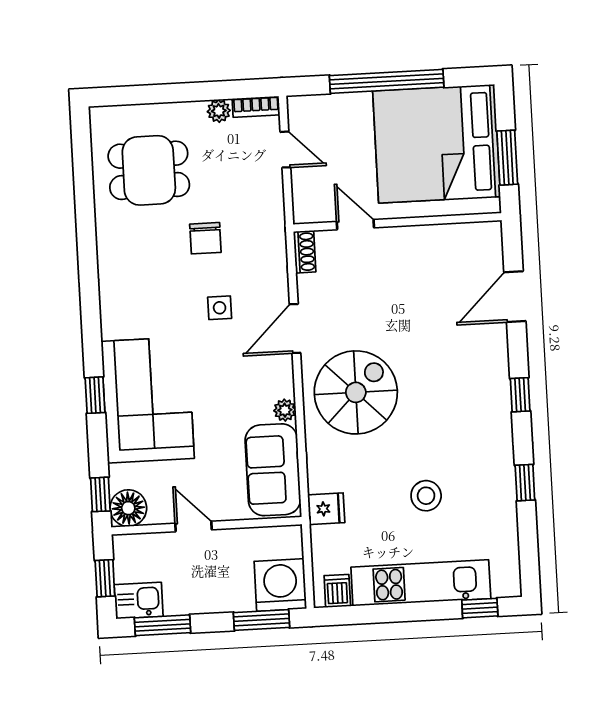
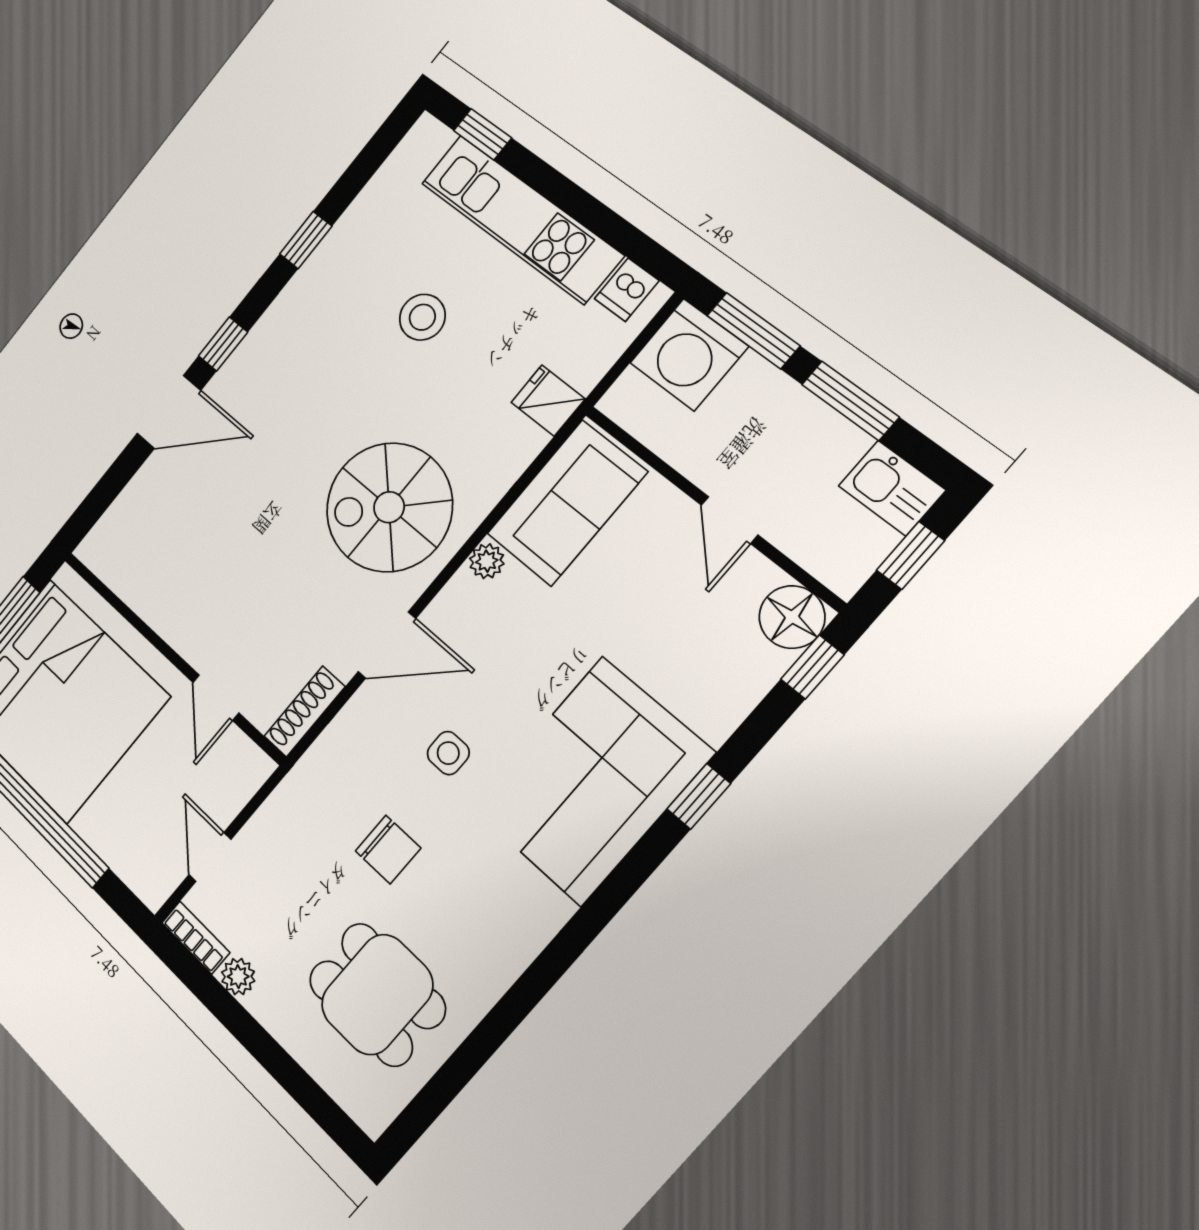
chair: (205, 238) -> (388, 850), turned 90
shoe rack: (305, 252) -> (304, 712), width x1.43
door: (515, 297) -> (169, 412), moved
corner sofa: (148, 400) -> (592, 781), moved
window: (162, 625) -> (850, 401), moved

